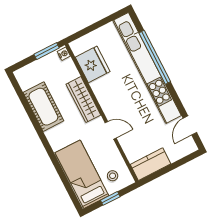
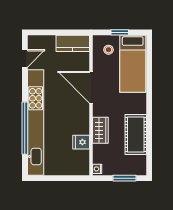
window: (47, 51) -> (125, 178), moved
fridge: (93, 64) -> (81, 142), width x0.53, depth x0.75
wardrobe: (83, 100) -> (100, 130), width x0.67
door: (111, 130) -> (91, 87), width x1.88

